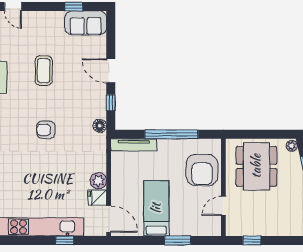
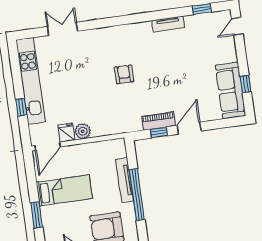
sofa: (86, 23) -> (231, 90), width x1.36
coffee table: (44, 71) -> (180, 64), removed
piano: (99, 101) -> (159, 121), added
floor lamp: (100, 126) -> (135, 125), removed
tv unit: (134, 145) -> (125, 180), moved

